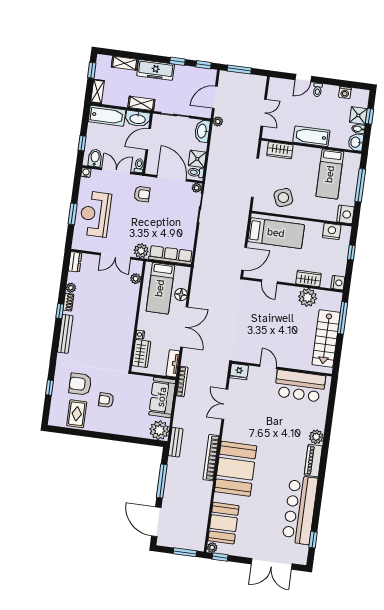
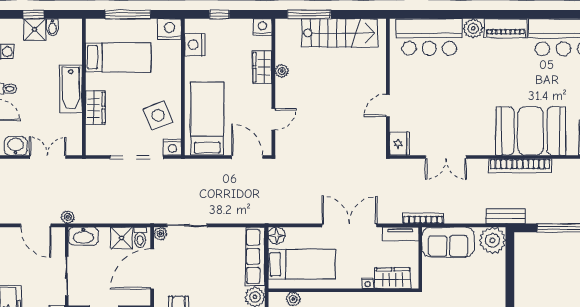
washbasin: (356, 142) -> (16, 146), moved, turned 180
wardrobe: (280, 150) -> (95, 108), moved
nightstand: (259, 205) -> (172, 147), added
floor lamp: (181, 295) -> (277, 235), moved
plant: (308, 297) -> (282, 71), width x0.53, depth x0.53
bar counter: (300, 386) -> (429, 37), moved, turned 90

